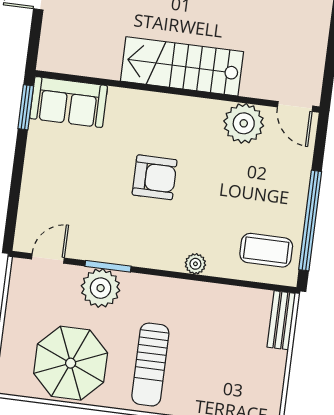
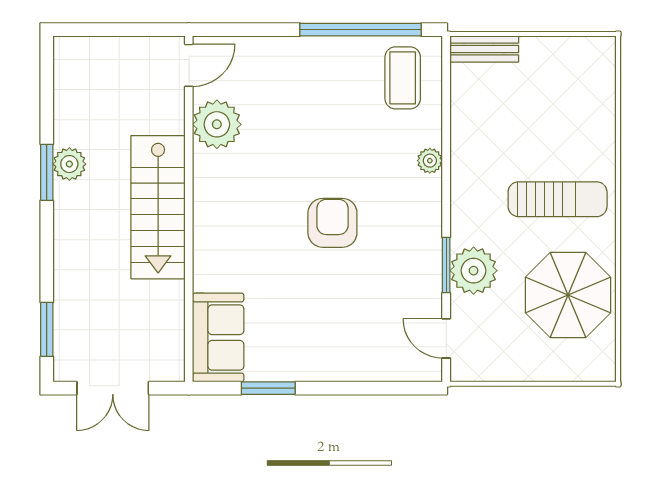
stairs: (182, 66) -> (158, 207), moved
wall: (177, 91) -> (189, 209), moved
sofa: (69, 102) -> (218, 338), moved
door: (295, 106) -> (189, 65), moved
plant: (244, 123) -> (217, 124), moved

